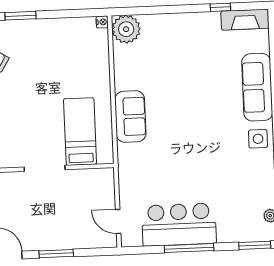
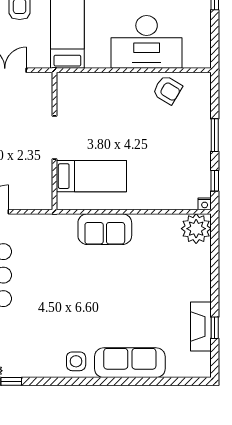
window: (80, 13) -> (215, 181), added
window: (21, 16) -> (215, 135), moved
fireplace: (245, 20) -> (201, 327), moved

